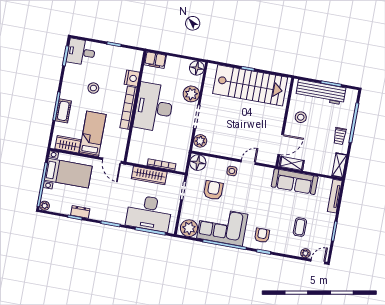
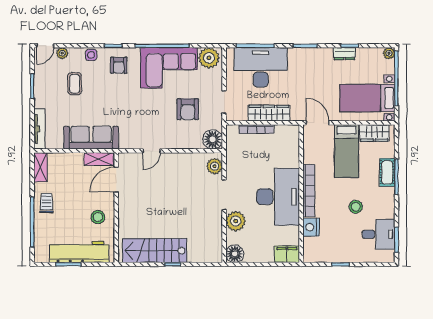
desk: (81, 52) -> (379, 234), moved
stairs: (250, 85) -> (155, 251), width x0.73, depth x0.66
side table: (232, 171) -> (91, 55), moved

